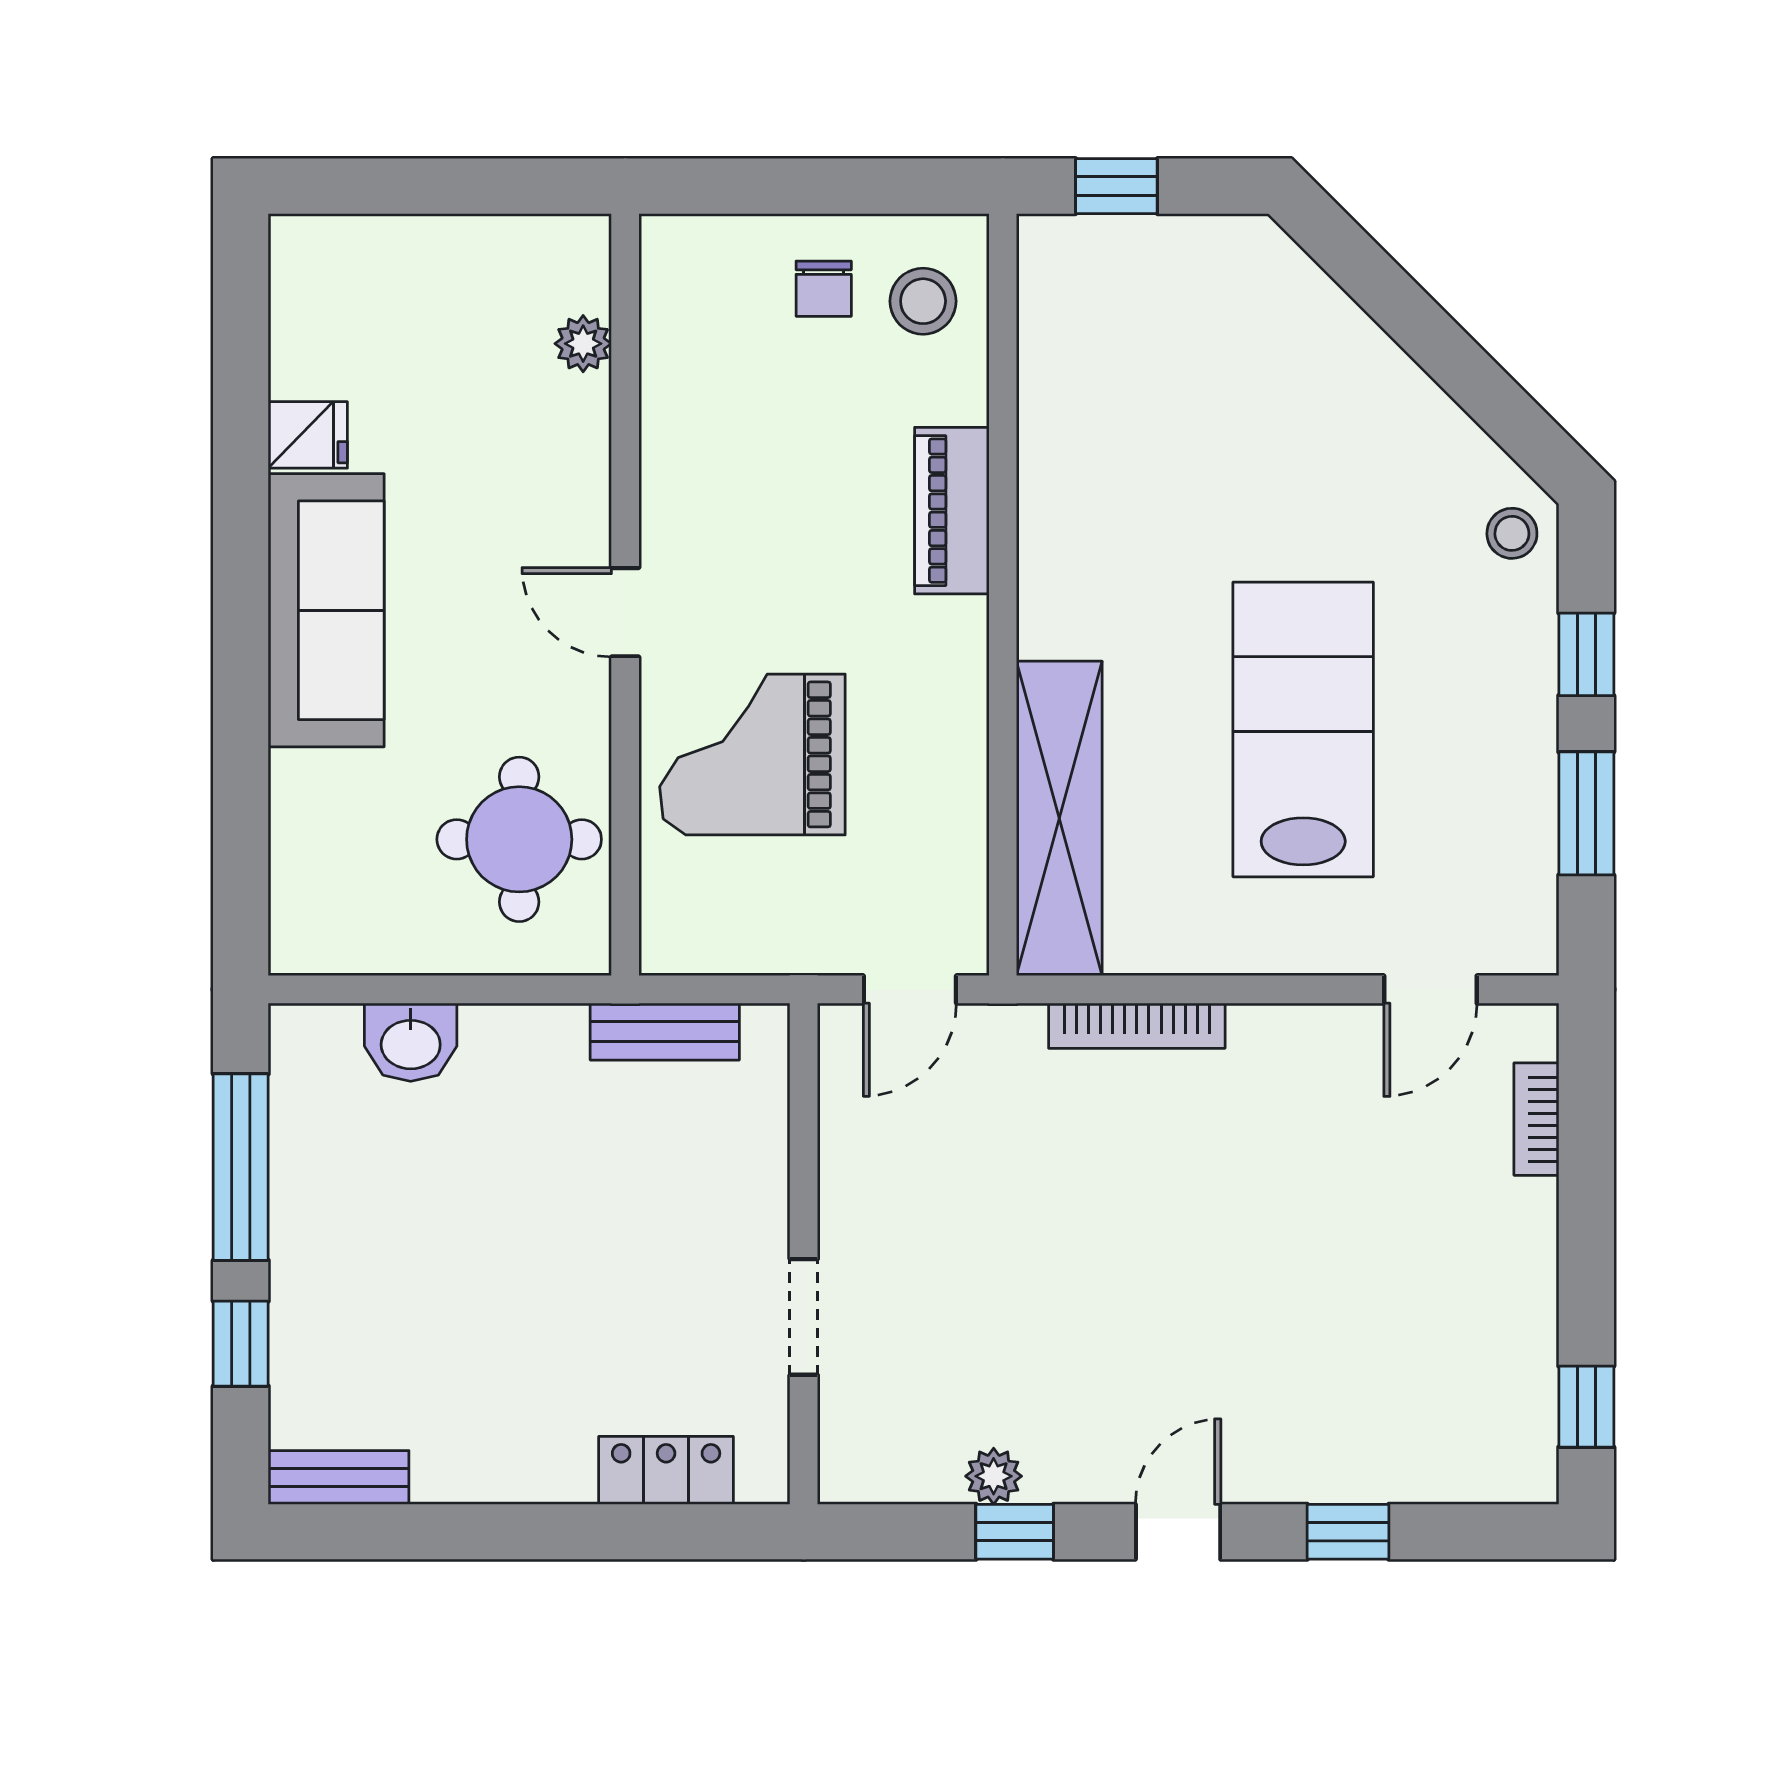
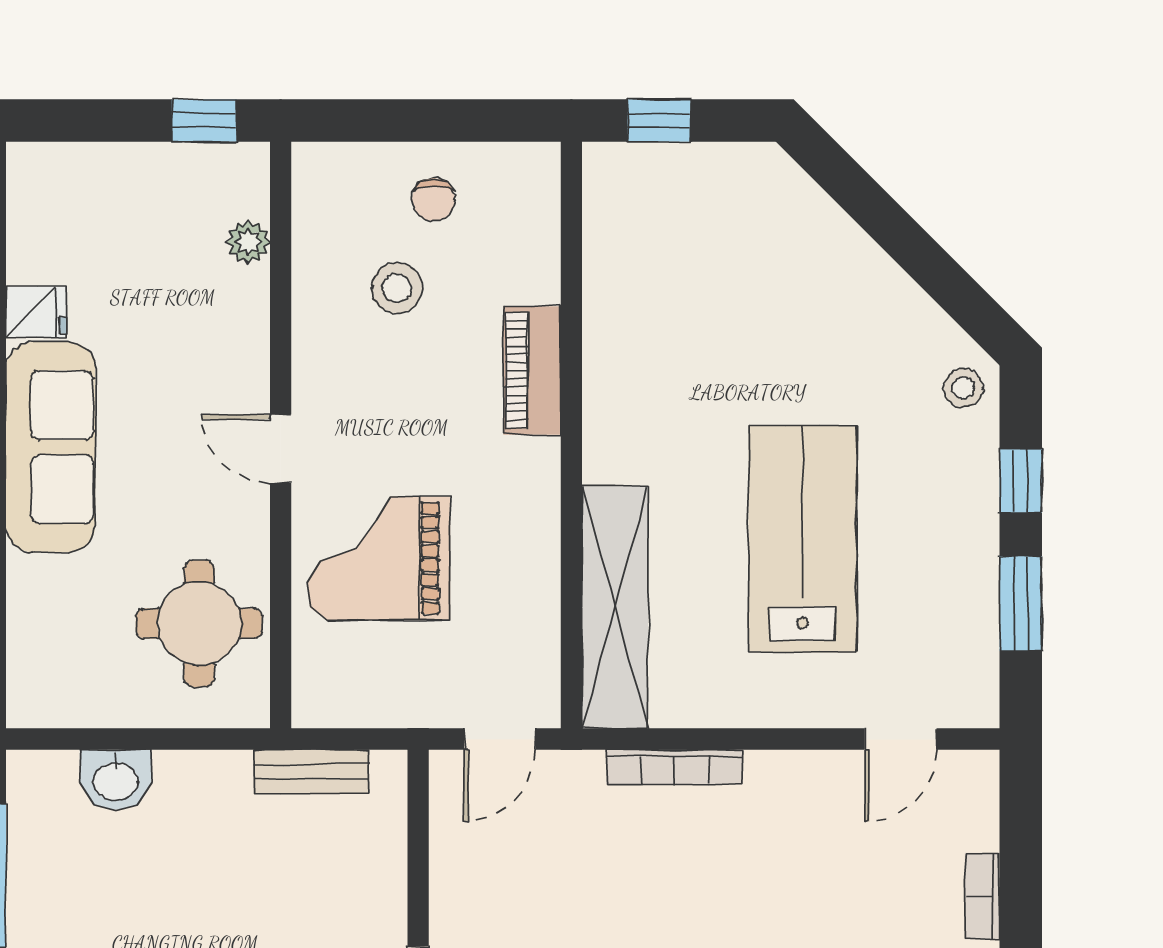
window: (526, 186) -> (204, 121), added
stool: (923, 301) -> (397, 288), moved
bookcase: (1536, 1119) -> (982, 896), moved

